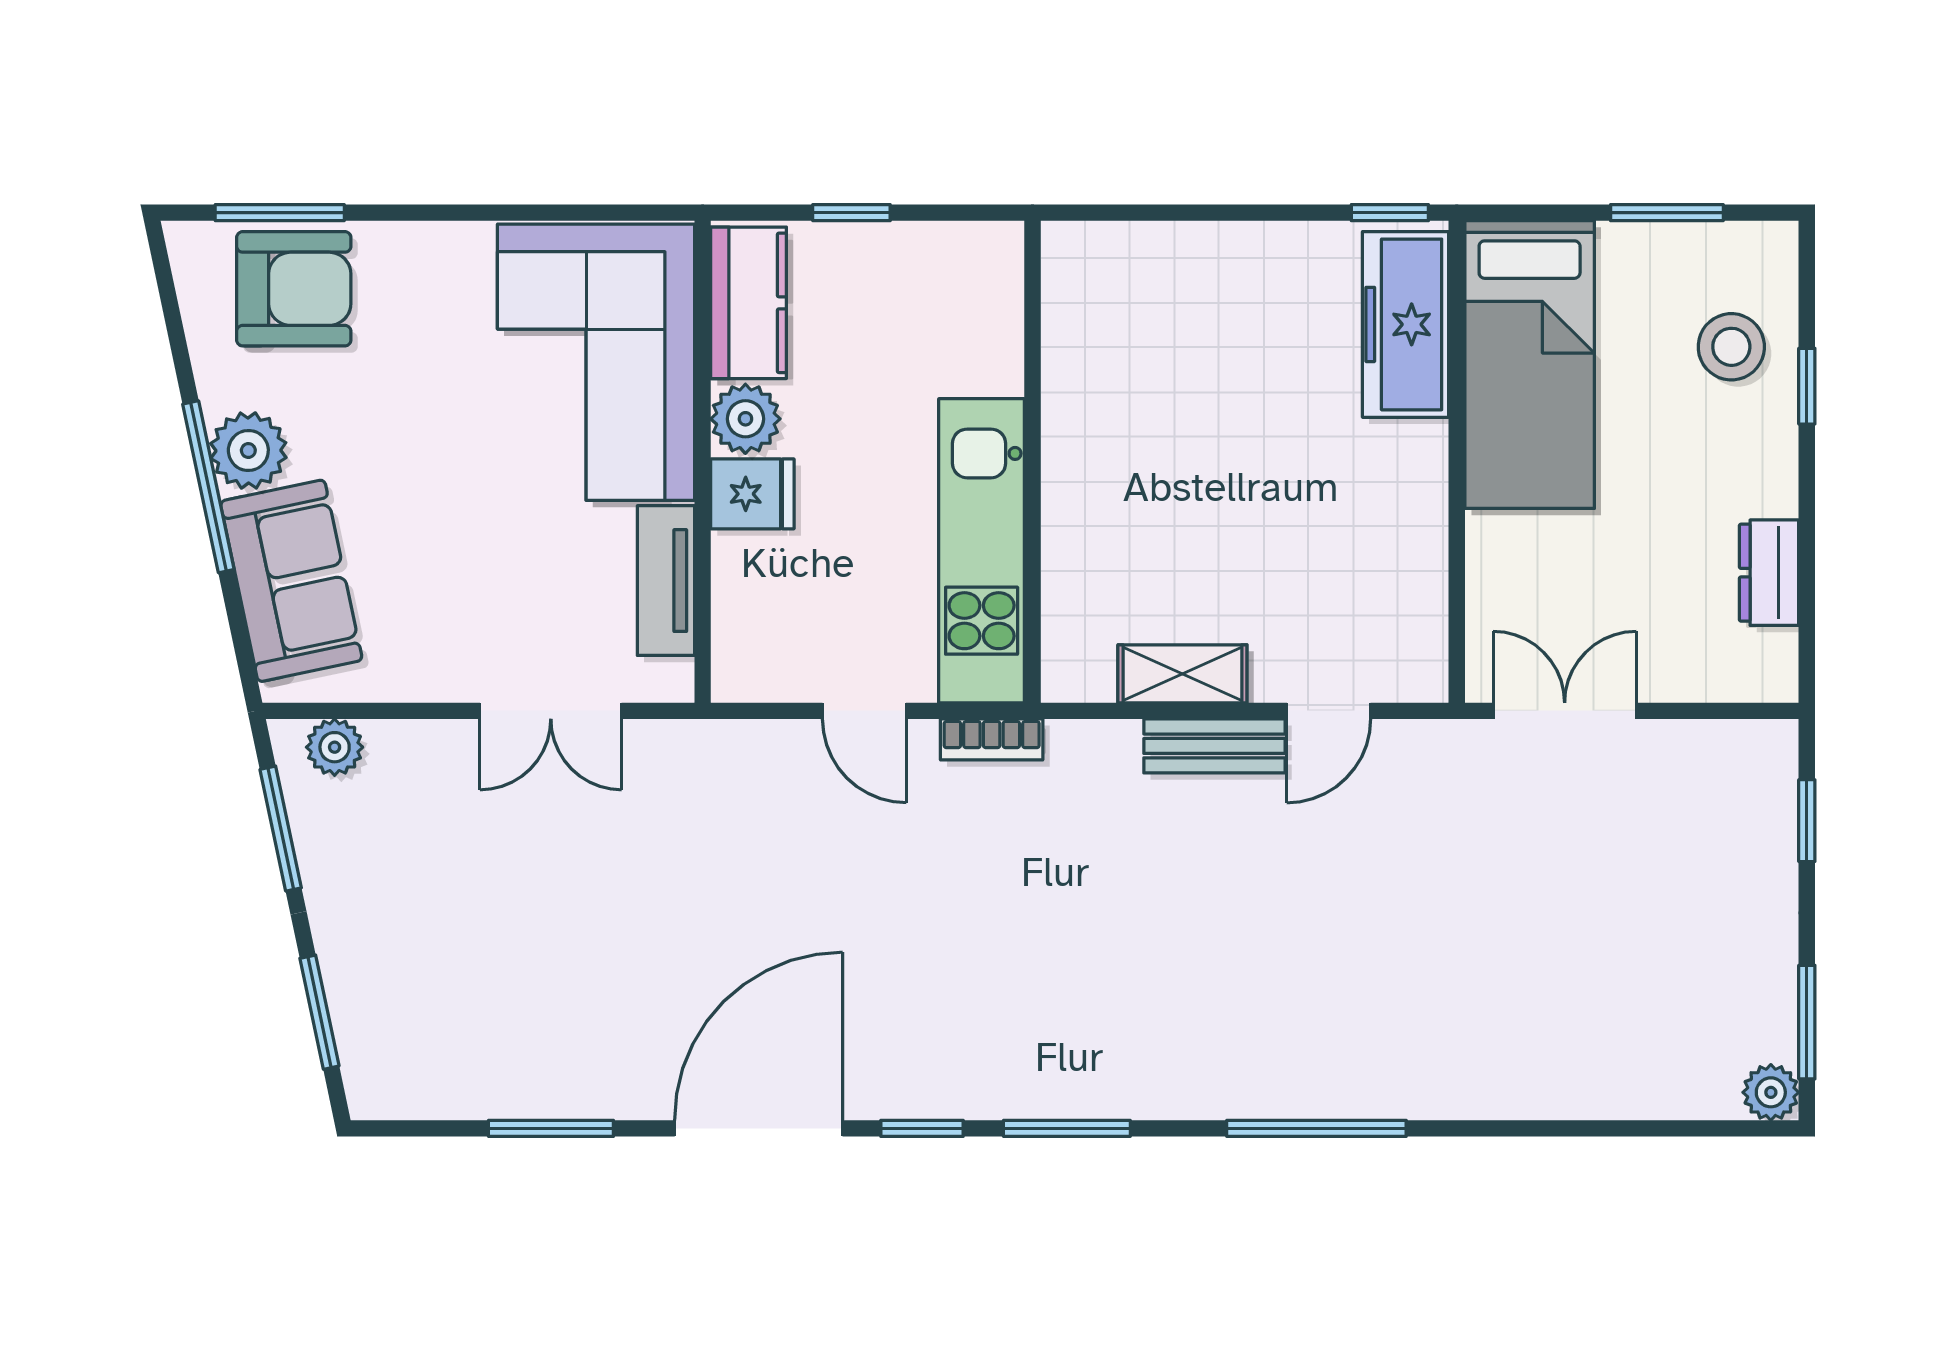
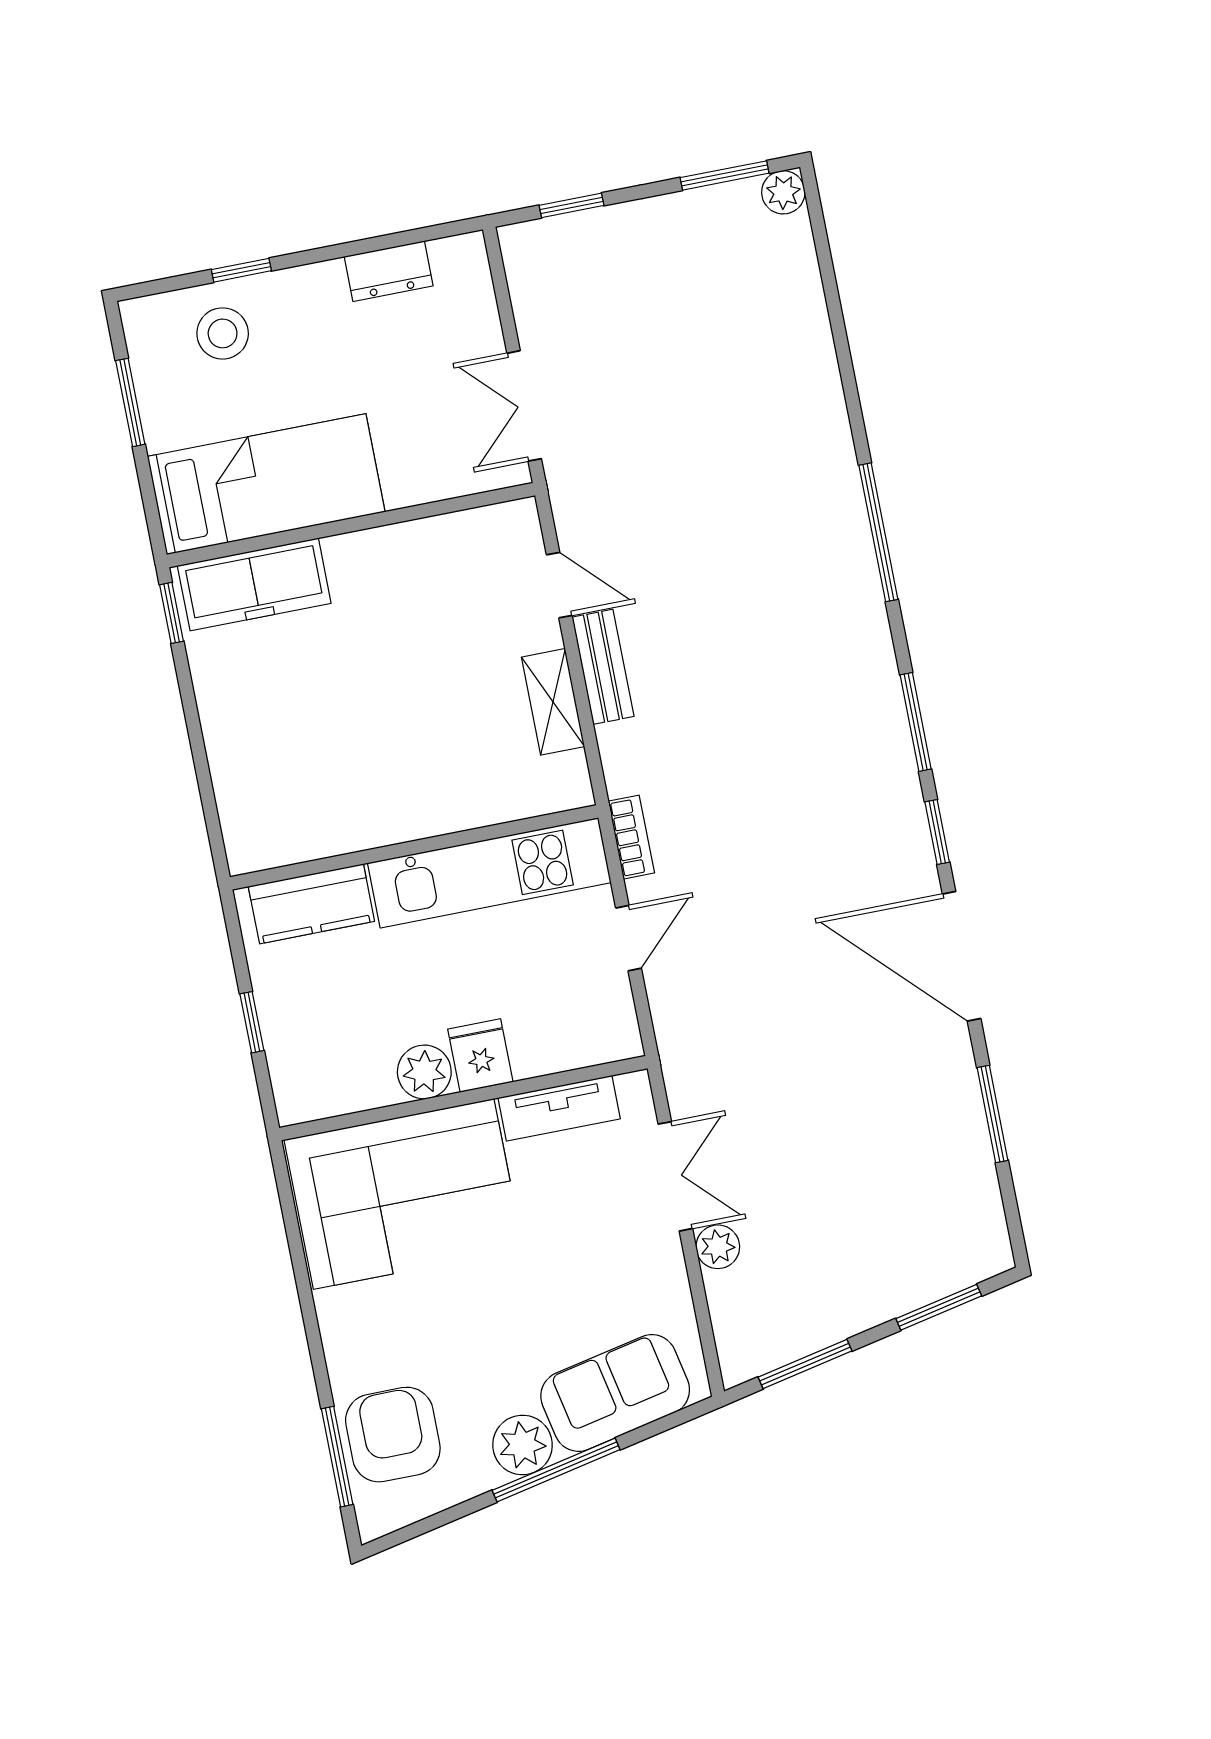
kitchen counter: (749, 303) -> (311, 904), moved, turned 180
plant: (335, 747) -> (718, 1247), moved

